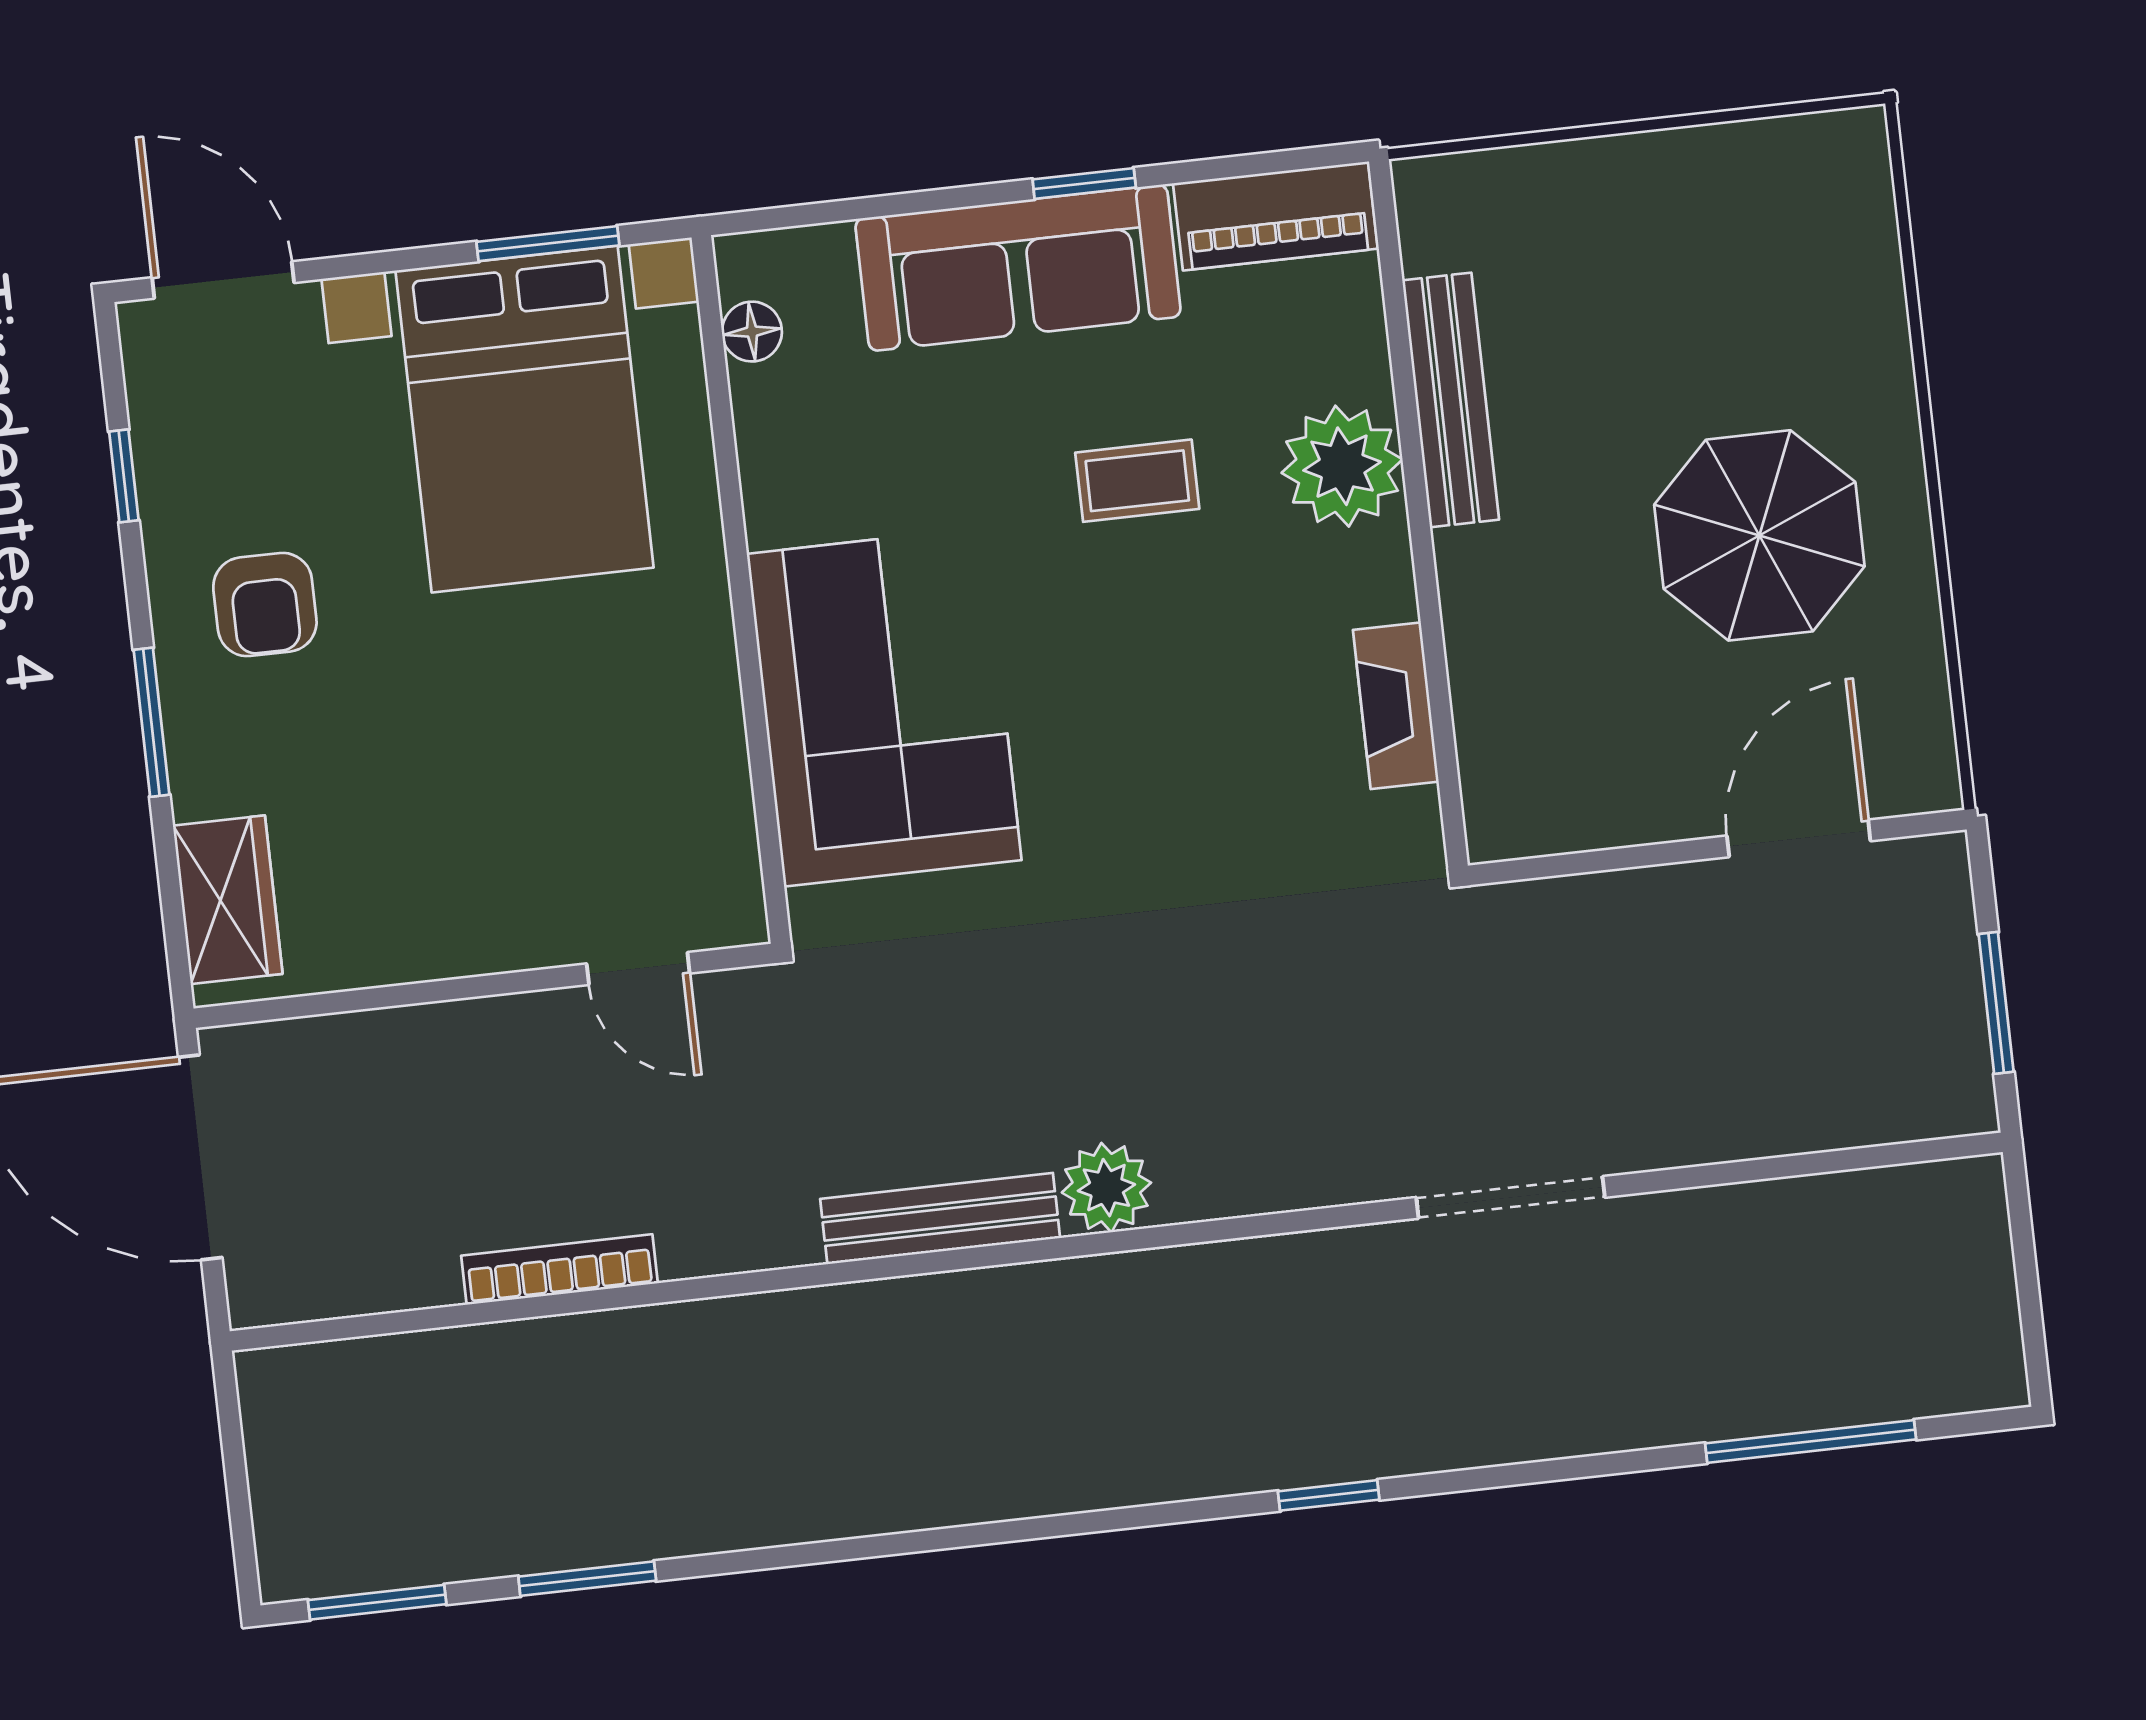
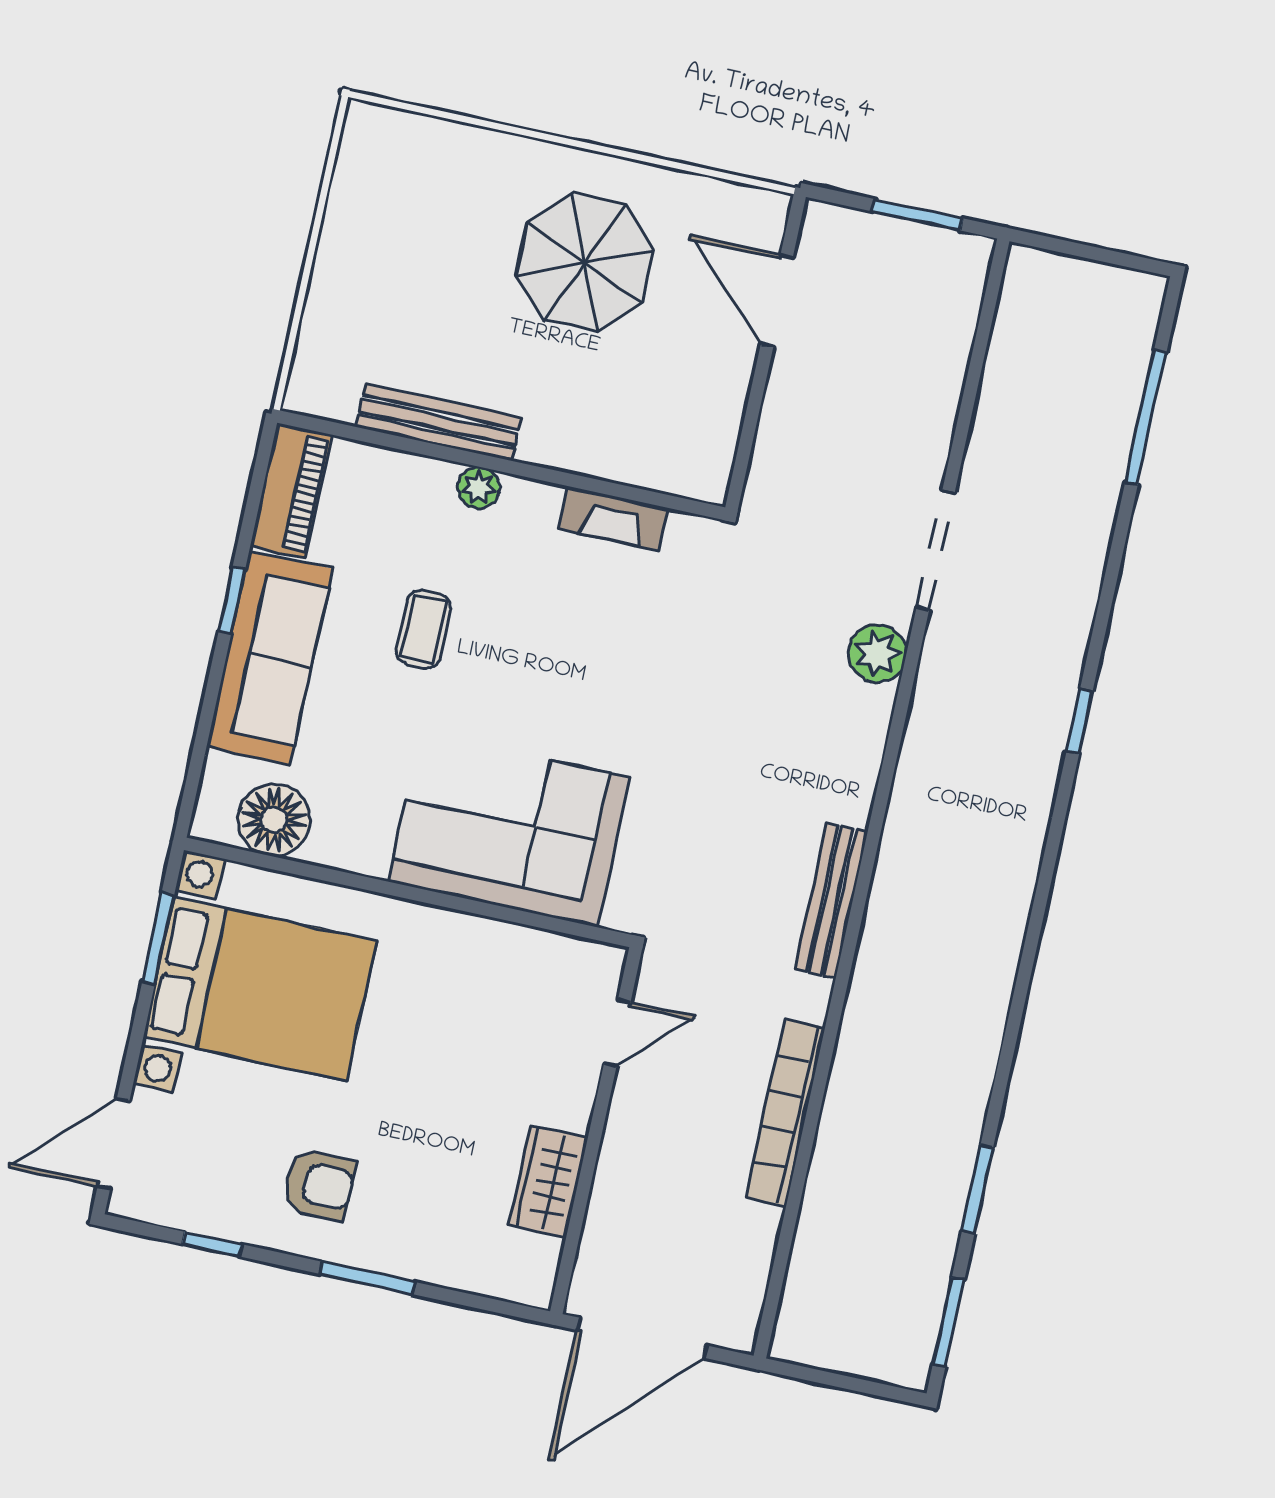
floor lamp: (752, 332) -> (274, 820), width x1.89, depth x1.89
plant: (1342, 466) -> (478, 488), width x0.53, depth x0.53
wardrobe: (228, 900) -> (548, 1182), moved, turned -90
plant: (1106, 1188) -> (877, 653), moved
bookcase: (559, 1269) -> (785, 1113), width x1.48, depth x1.31

